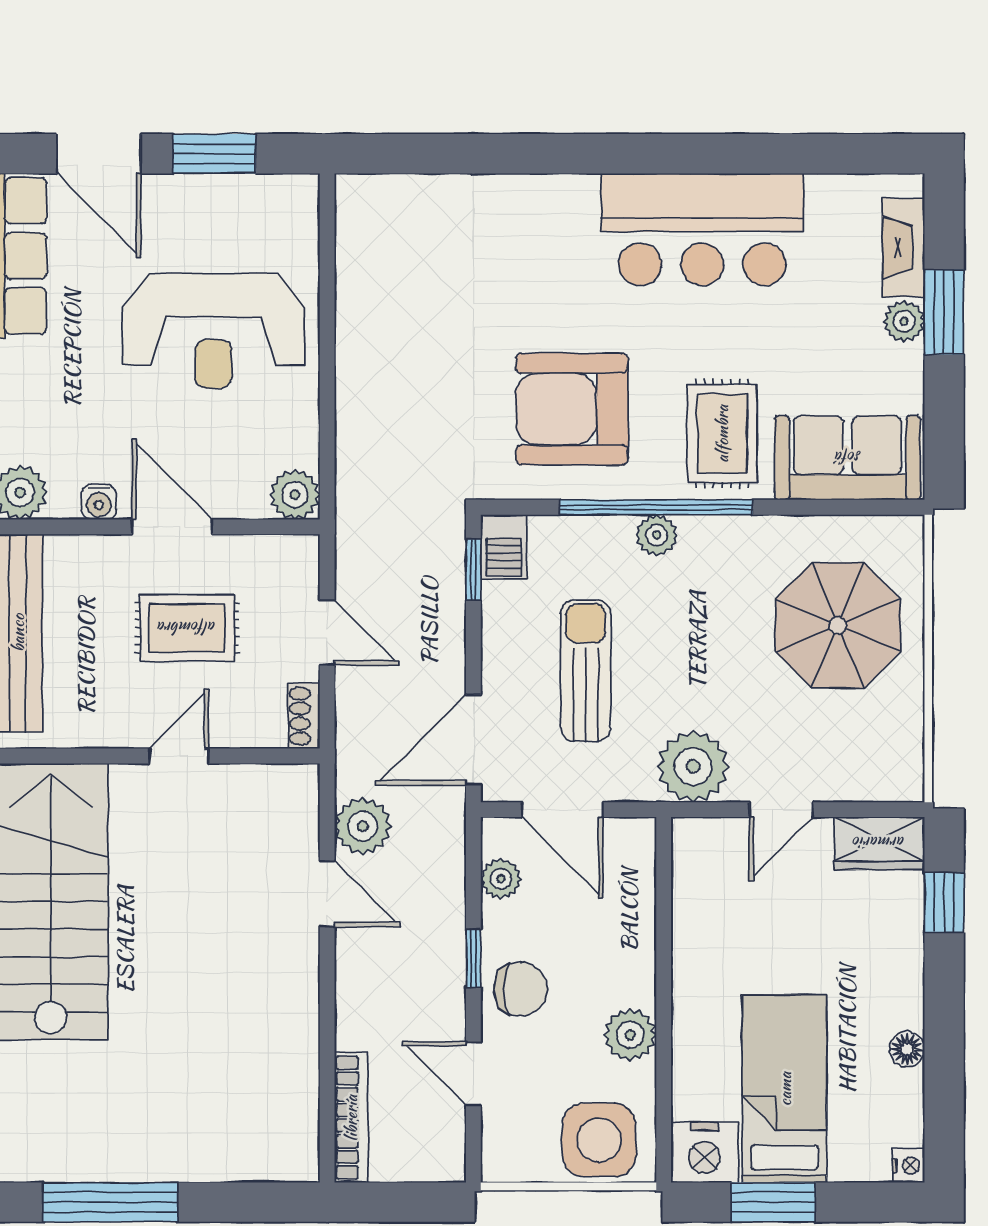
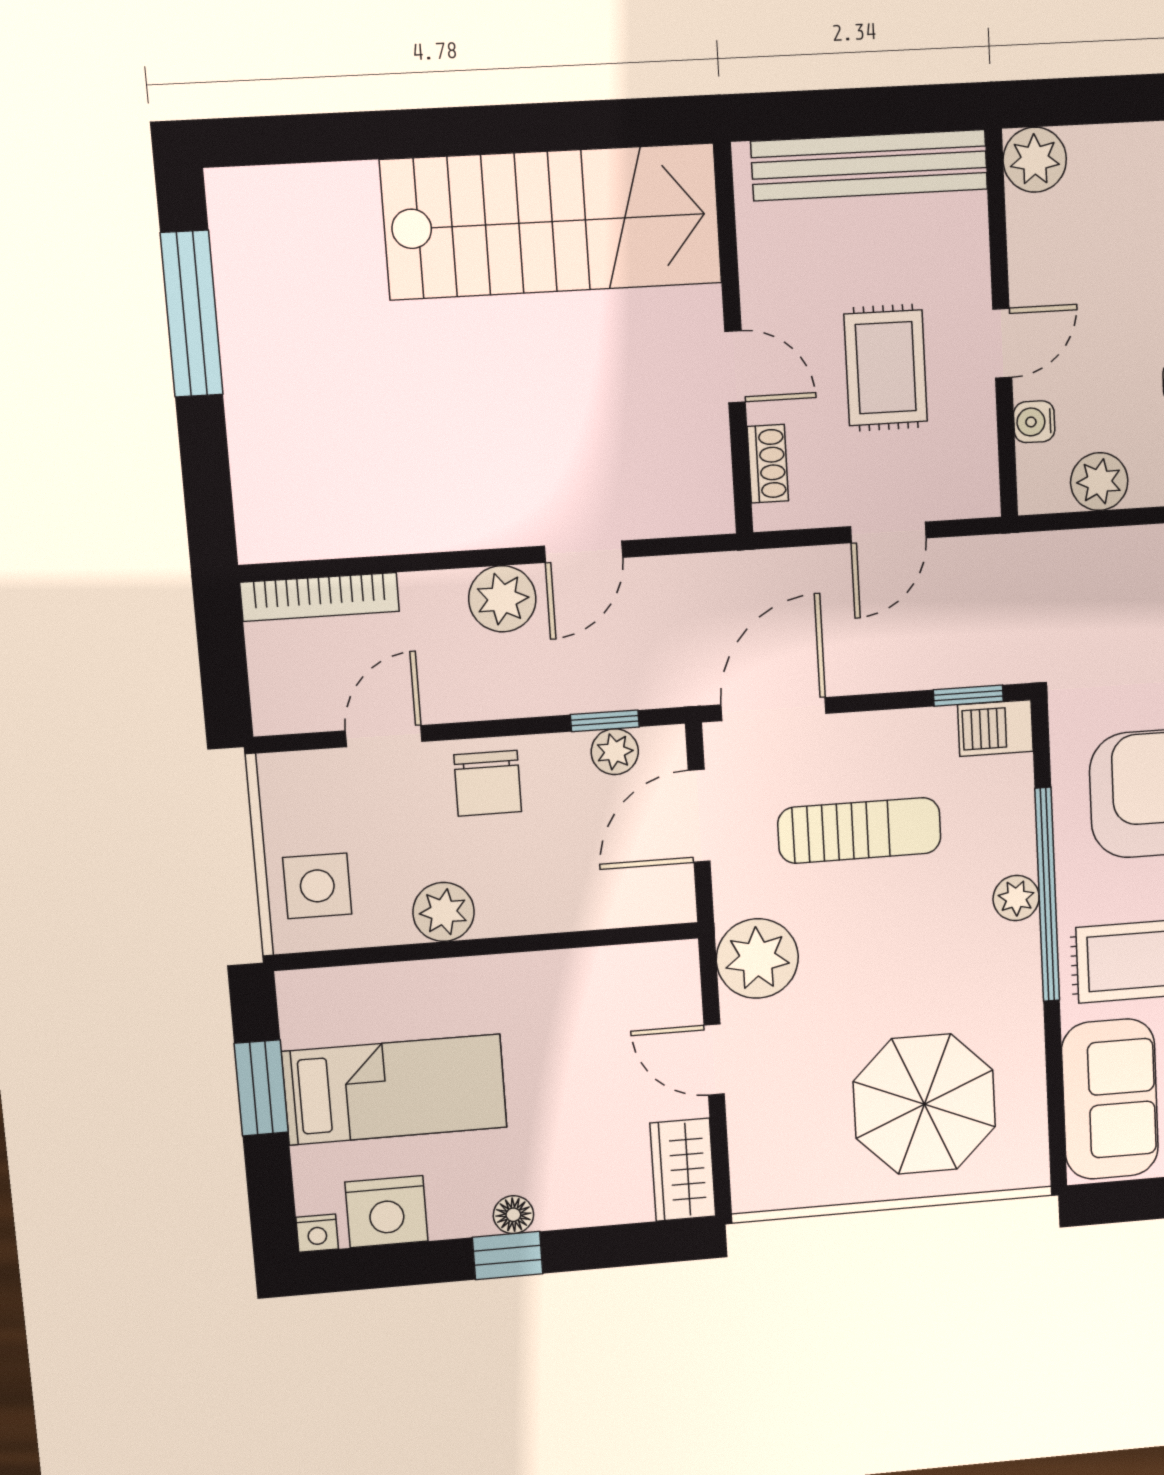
plant: (295, 495) -> (1099, 482), moved
water cooler: (99, 502) -> (1034, 422), moved
door: (172, 527) -> (1002, 343), width x0.73
shoe rack: (304, 716) -> (768, 464), moved, turned 90
door: (473, 740) -> (774, 709), hinge flipped
plant: (363, 826) -> (502, 599), moved
window: (944, 903) -> (508, 1255), moved
window: (473, 958) -> (605, 721), moved
floor lamp: (907, 1049) -> (513, 1215), moved
side table: (599, 1140) -> (317, 886), width x0.73, depth x0.73
nightstand: (705, 1152) -> (386, 1212), moved, turned -90

